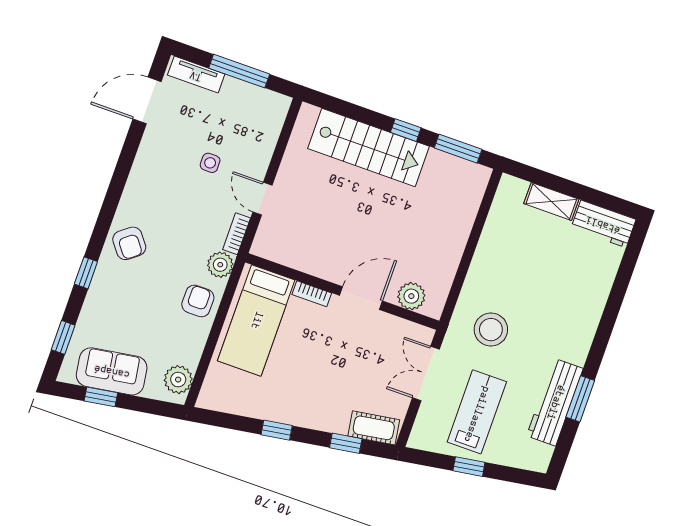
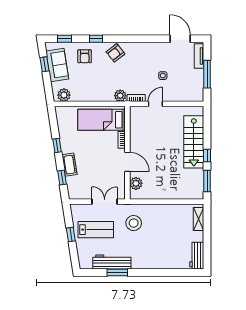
shelving: (551, 201) -> (199, 219), moved
armchair: (198, 301) -> (85, 56), moved, turned 90
cot: (374, 428) -> (69, 165), moved

